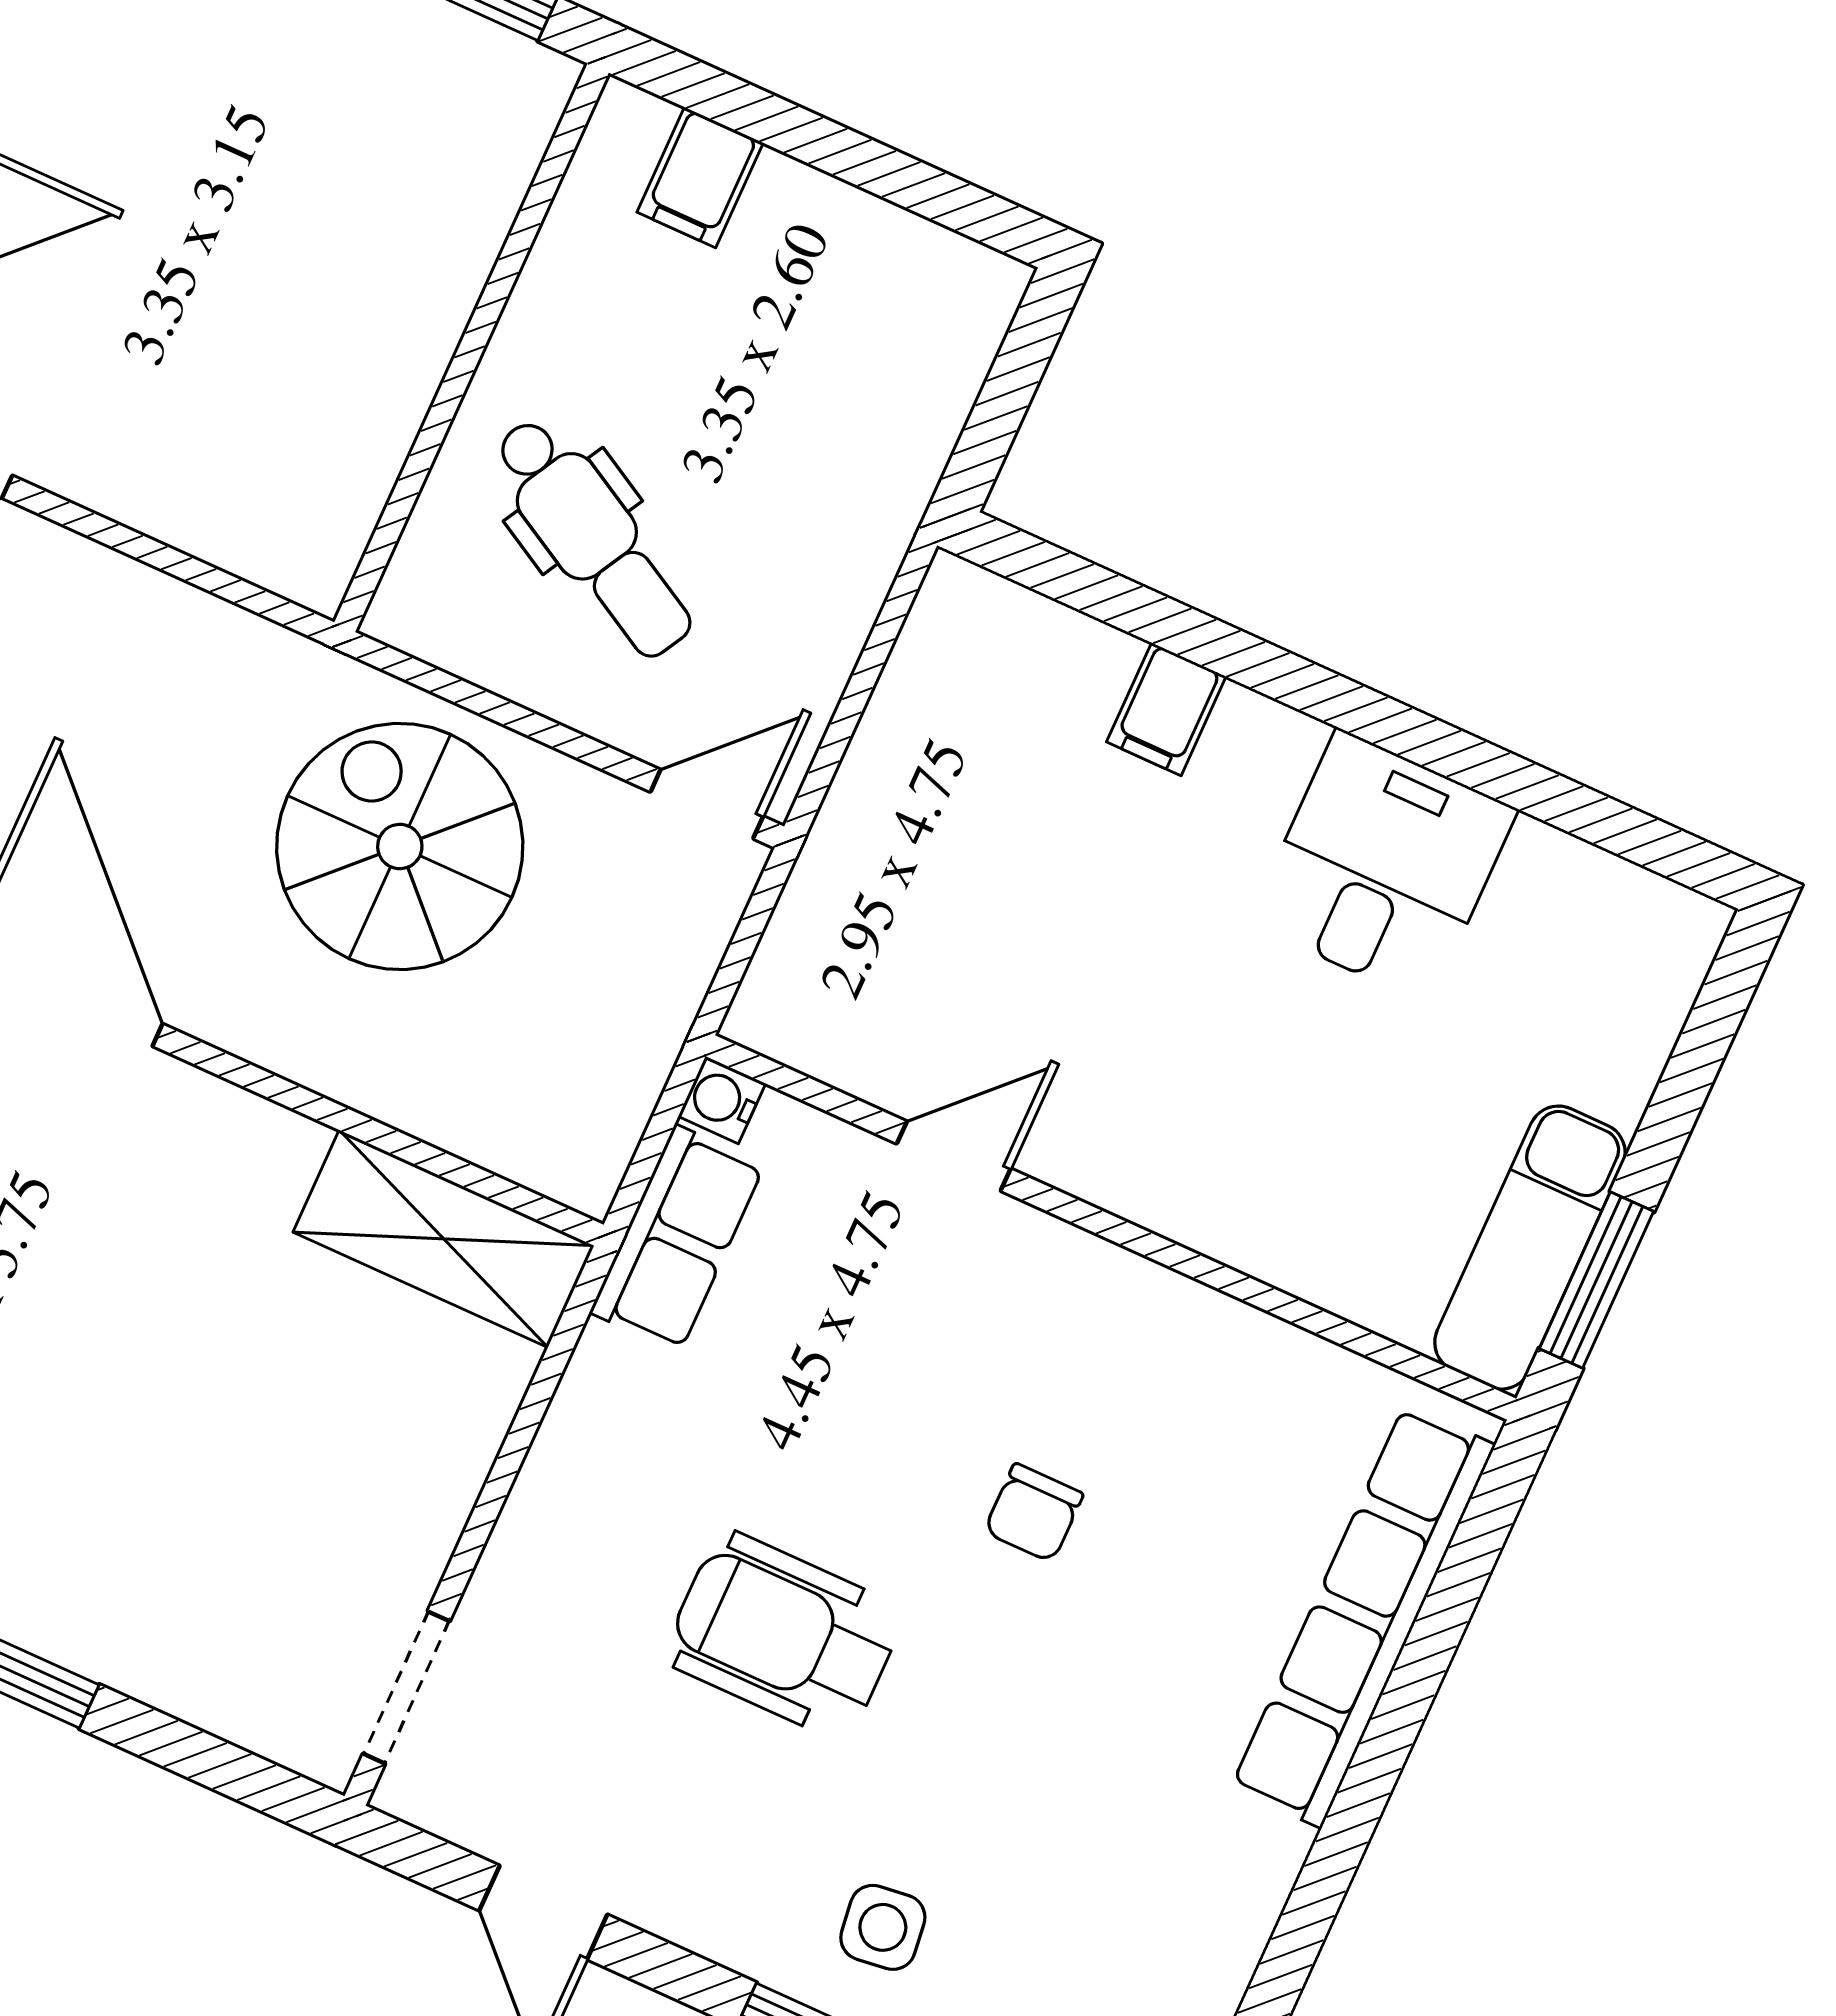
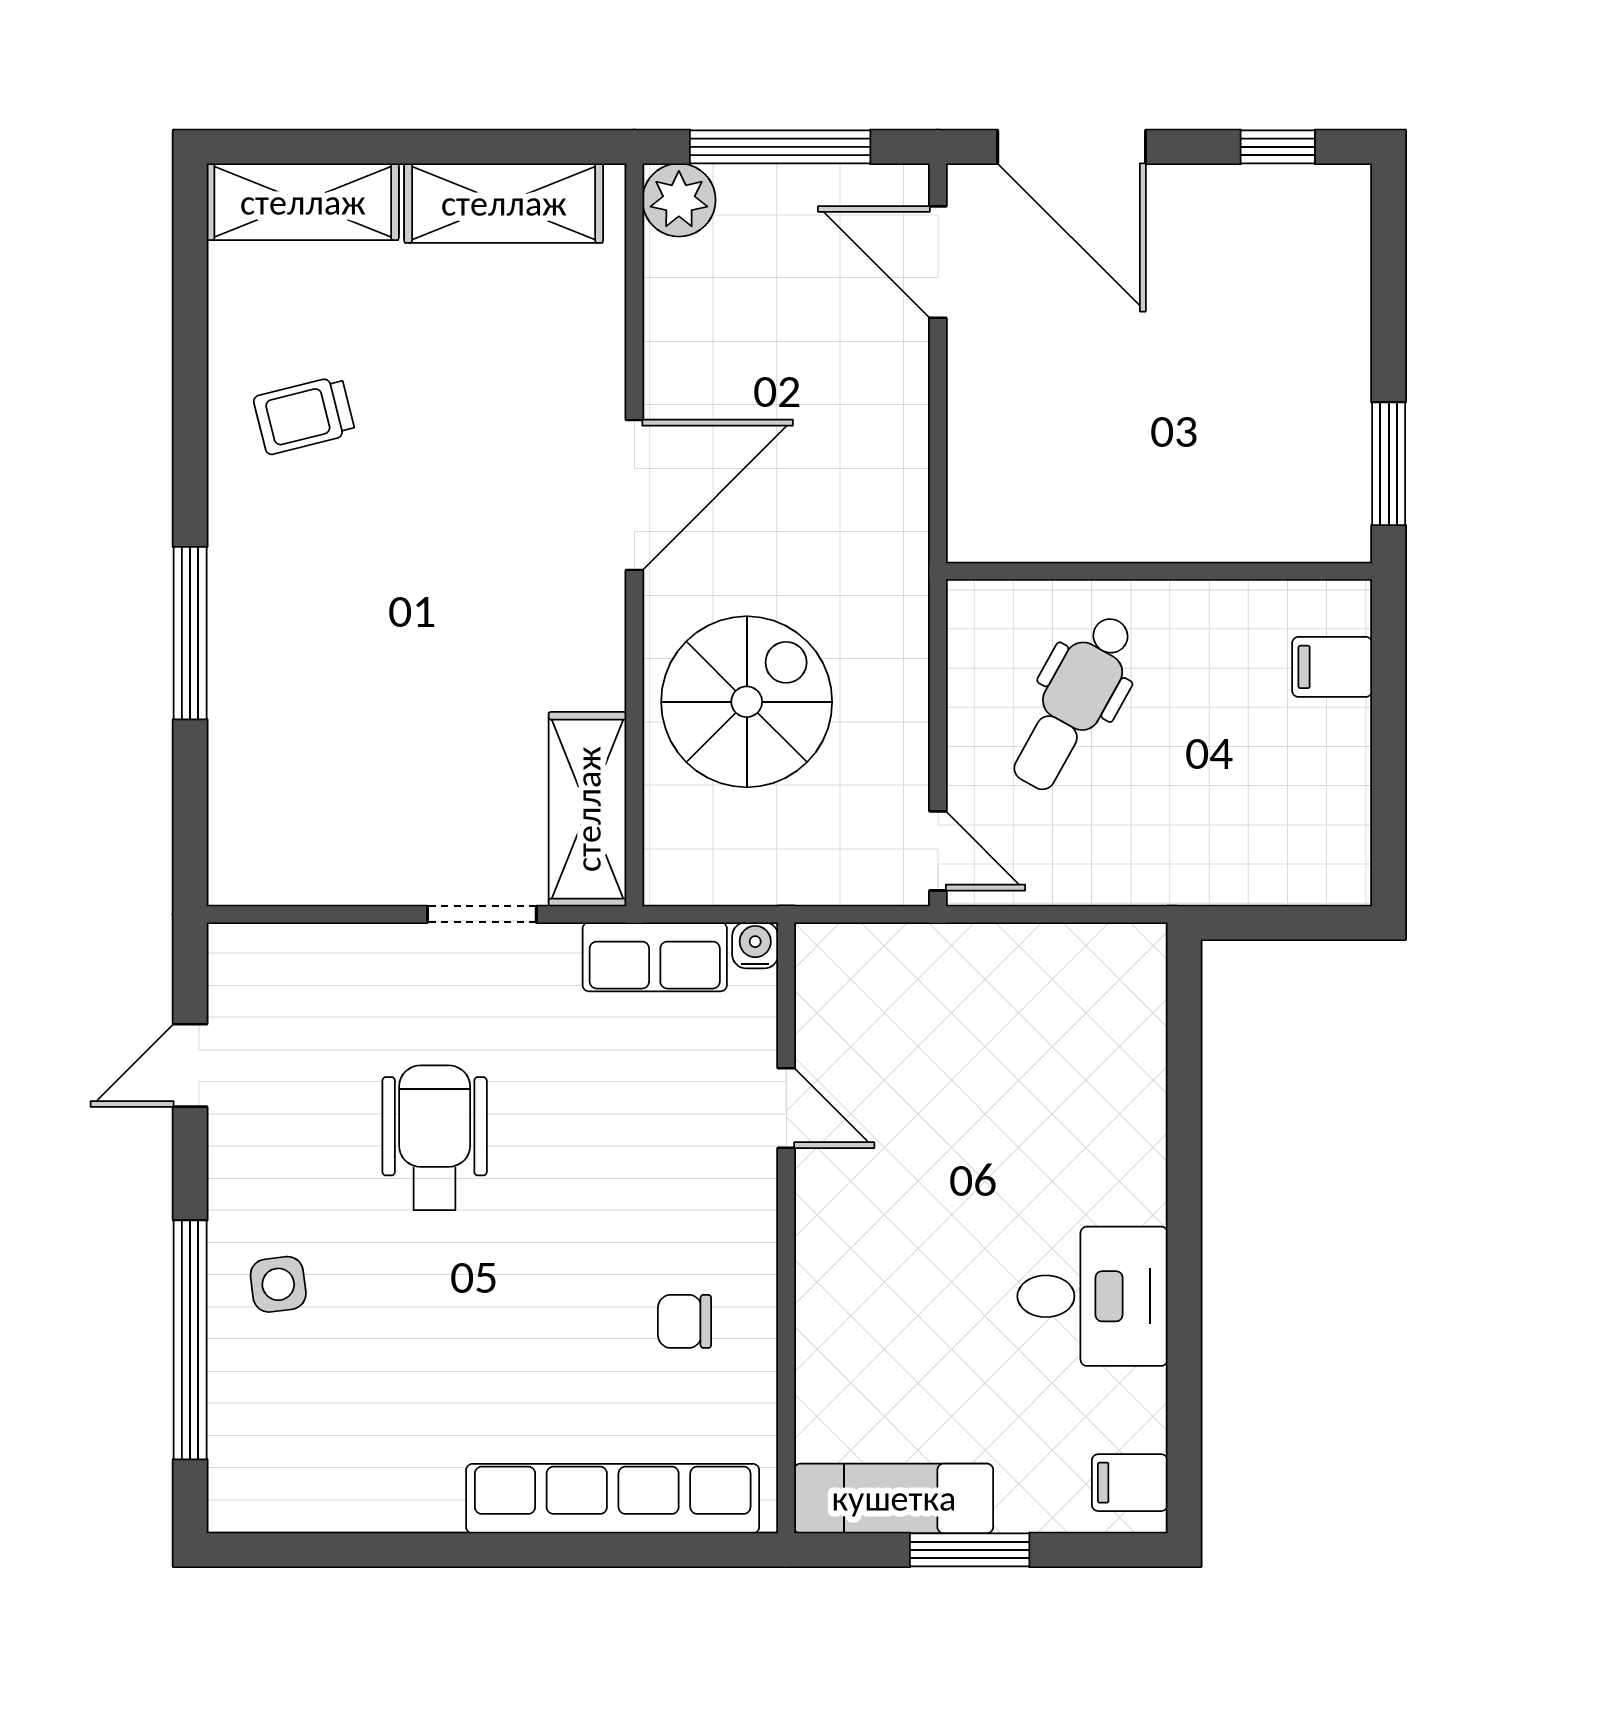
filing cabinet: (1166, 709) -> (1130, 1483), moved
spiral stairs: (400, 846) -> (747, 702), moved
window: (1597, 1280) -> (970, 1550), moved
chair: (1034, 1513) -> (685, 1321), moved
doorway: (406, 1687) -> (482, 914), moved

